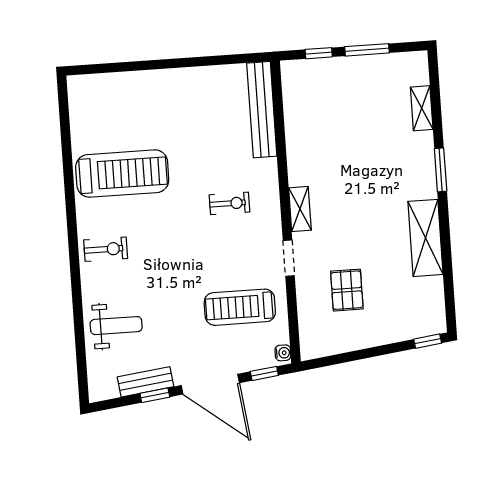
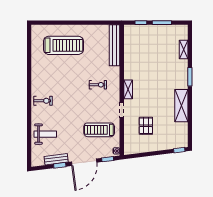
treadmill: (122, 174) -> (63, 45), moved
door: (210, 384) -> (84, 162), hinge flipped

